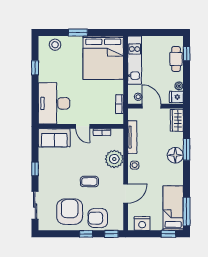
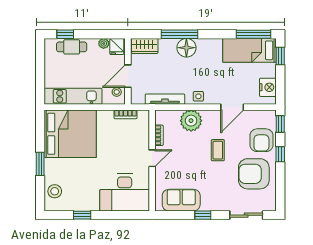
sofa: (54, 138) -> (181, 200), moved, turned -90
window: (187, 149) -> (179, 34), width x1.44
door: (126, 193) -> (232, 107), swing flipped

